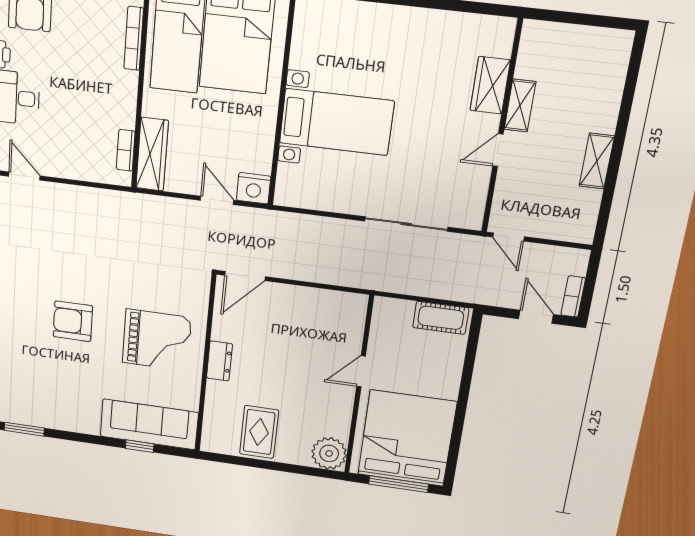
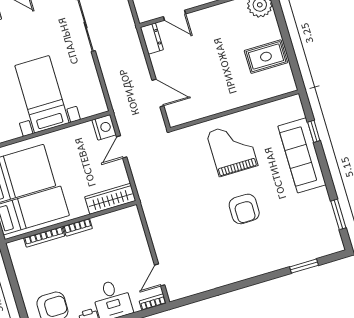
bookcase: (126, 150) -> (78, 227), moved
door: (245, 276) -> (158, 93), moved
dresser: (219, 361) -> (152, 38), moved, turned 90
door: (361, 371) -> (175, 15), moved
sofa: (149, 424) -> (302, 155), moved

